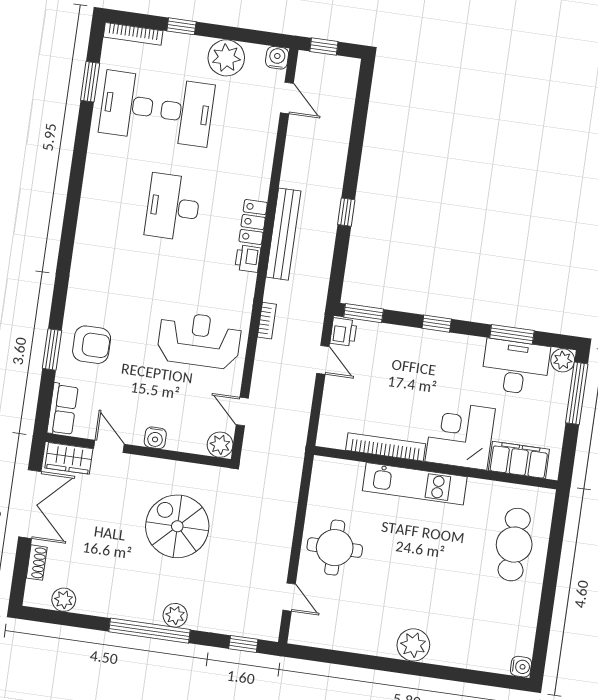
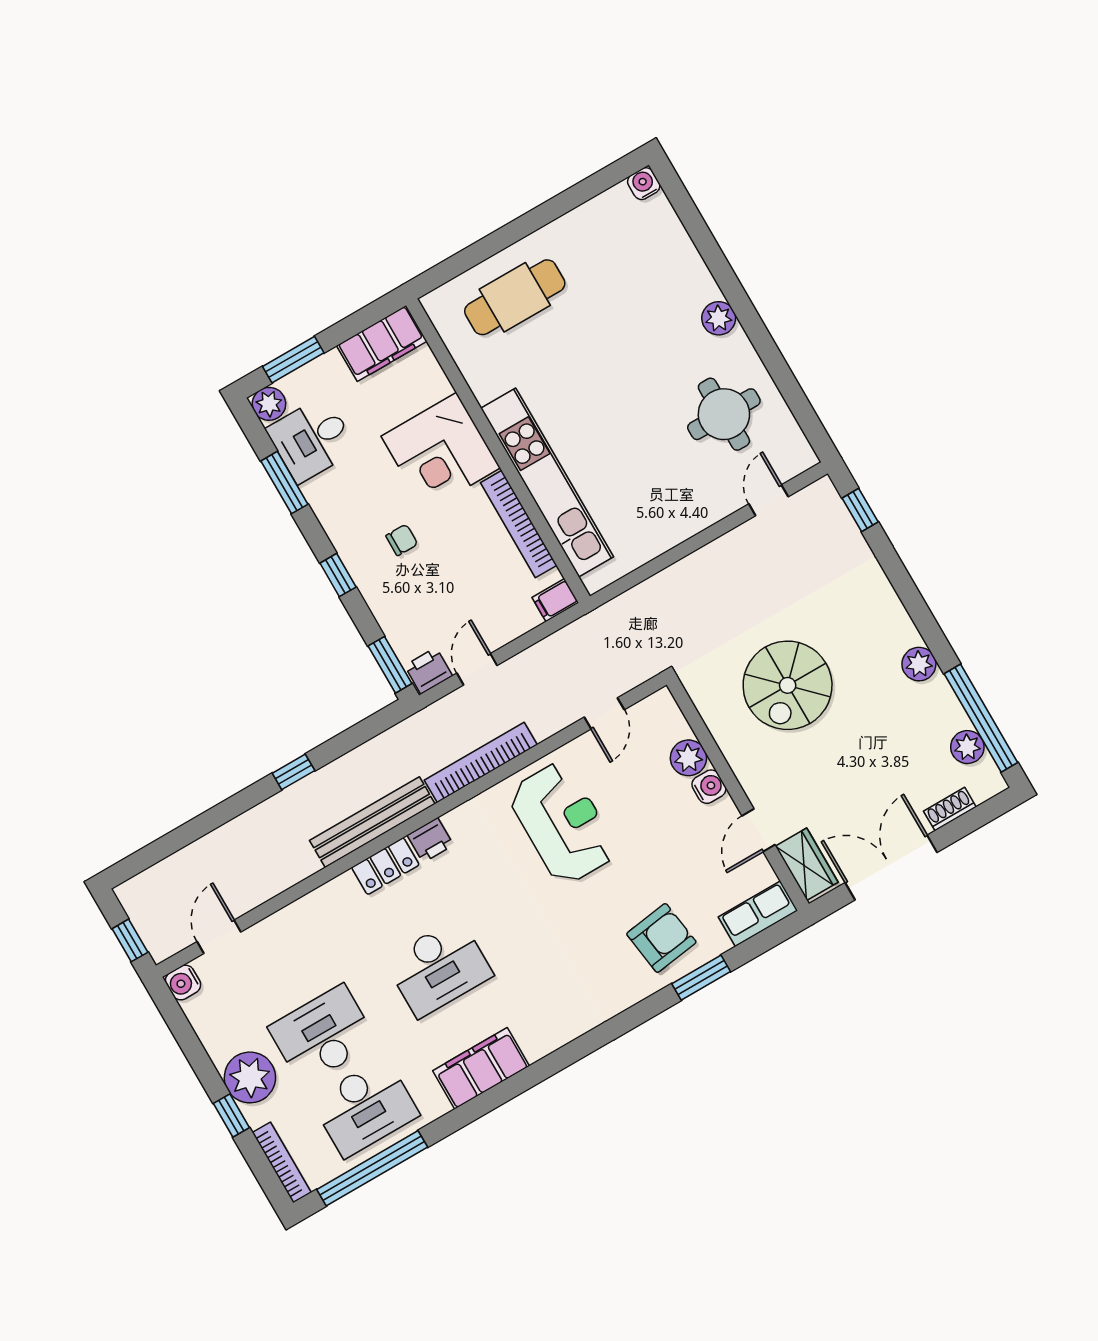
plant: (226, 58) -> (250, 1077), moved
window: (90, 82) -> (372, 1168), width x2.11
filing cabinet: (98, 187) -> (481, 1068), added
bookcase: (267, 321) -> (481, 762), width x2.31, depth x1.31
reception desk: (199, 340) -> (563, 823), turned 180
armchair: (92, 345) -> (661, 938), turned 82
desk: (515, 367) -> (312, 439), width x0.73
chair: (428, 375) -> (402, 540), added
window: (577, 393) -> (293, 360), width x0.69
filing cabinet: (327, 434) -> (555, 600), added
plant: (220, 445) -> (688, 758), moved
filing cabinet: (519, 460) -> (382, 343), moved, turned -90
kitchen unit: (415, 484) -> (547, 483), width x1.36
round table: (335, 548) -> (724, 414), moved
plant: (175, 615) -> (919, 664), moved
window: (149, 631) -> (981, 718), moved
plant: (413, 645) -> (719, 318), width x0.73, depth x0.73

